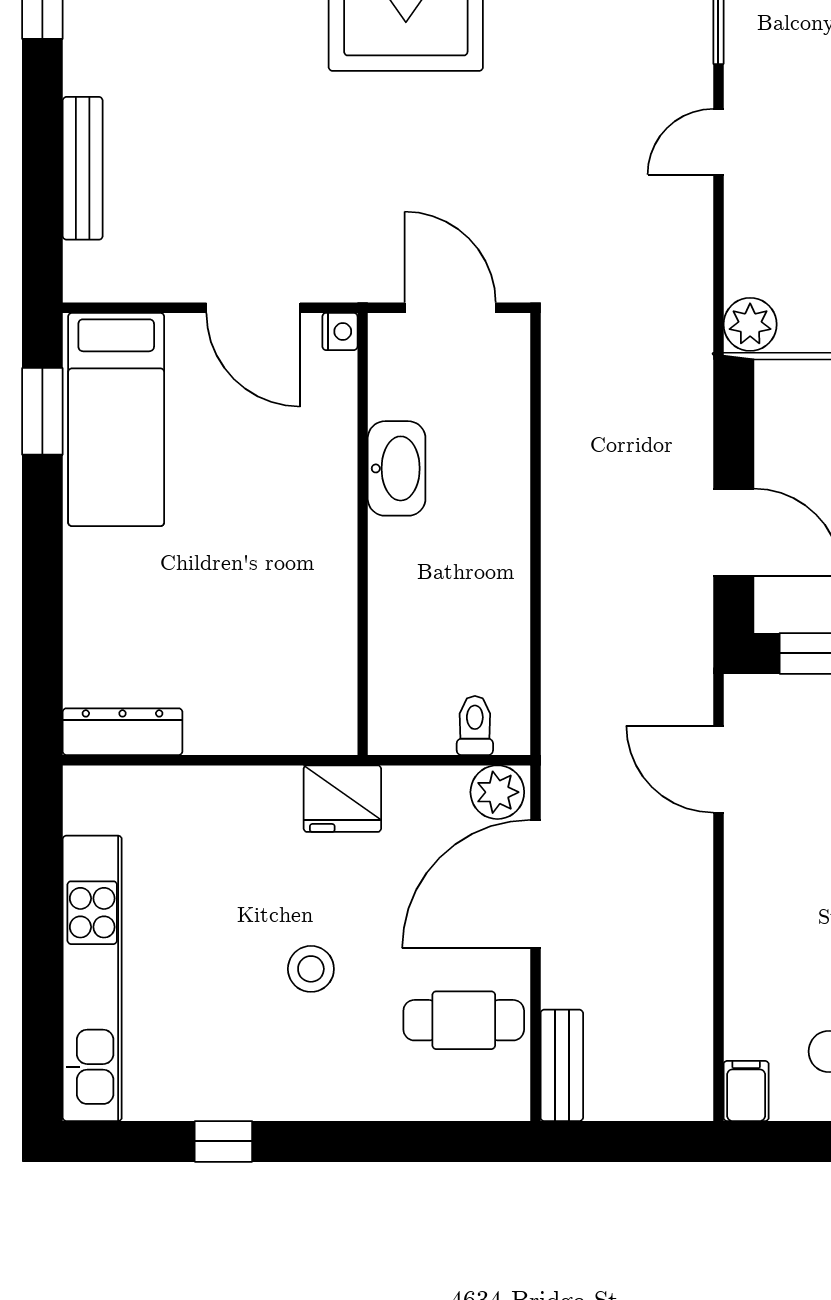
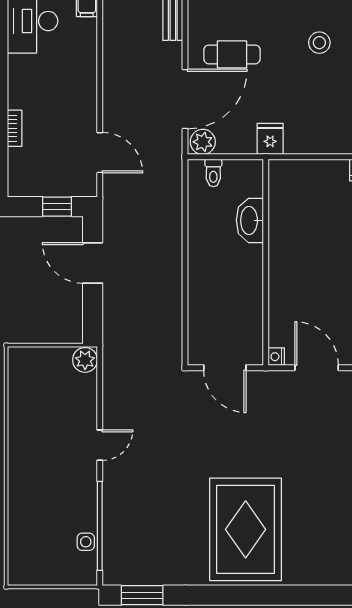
washbasin: (397, 468) -> (250, 220), moved
fridge: (342, 799) -> (270, 139), width x0.72
stool: (311, 969) -> (319, 43), moved
cafe table: (464, 1020) -> (232, 54), moved

